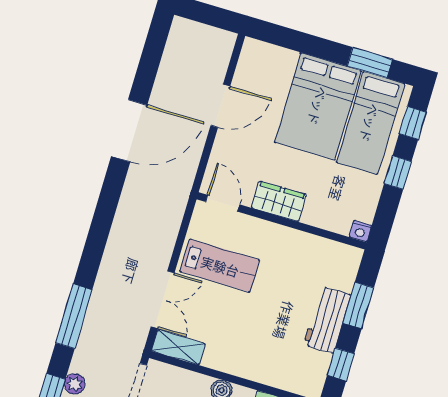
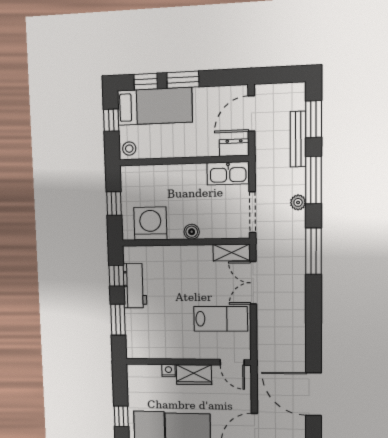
door: (129, 131) -> (313, 394), hinge flipped
nightstand: (360, 231) -> (168, 371), moved
lab bench: (220, 266) -> (221, 319), turned 180
workbench: (327, 320) -> (135, 286), moved

